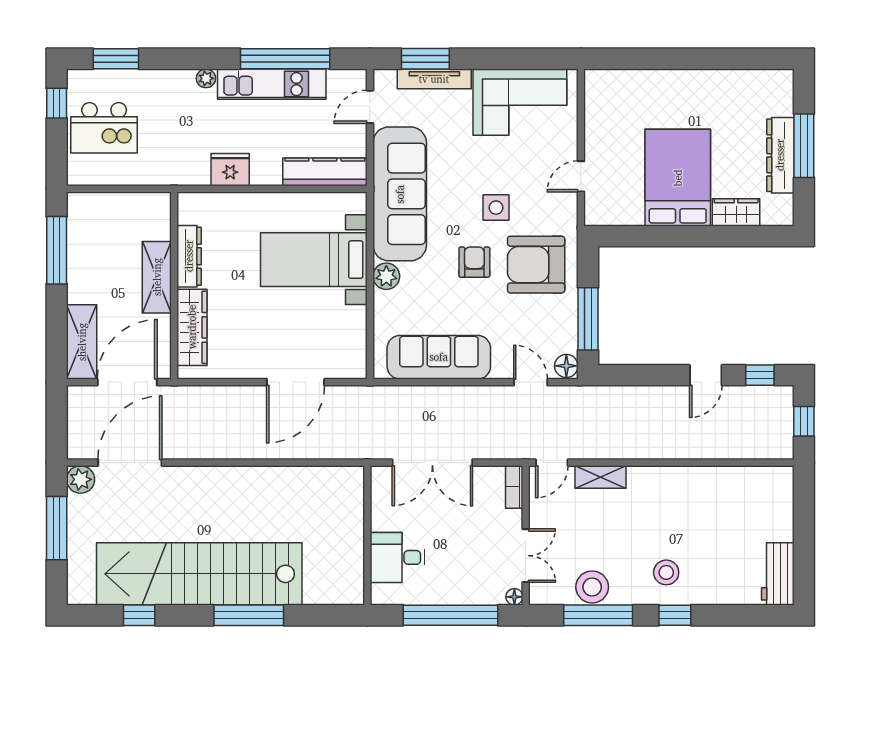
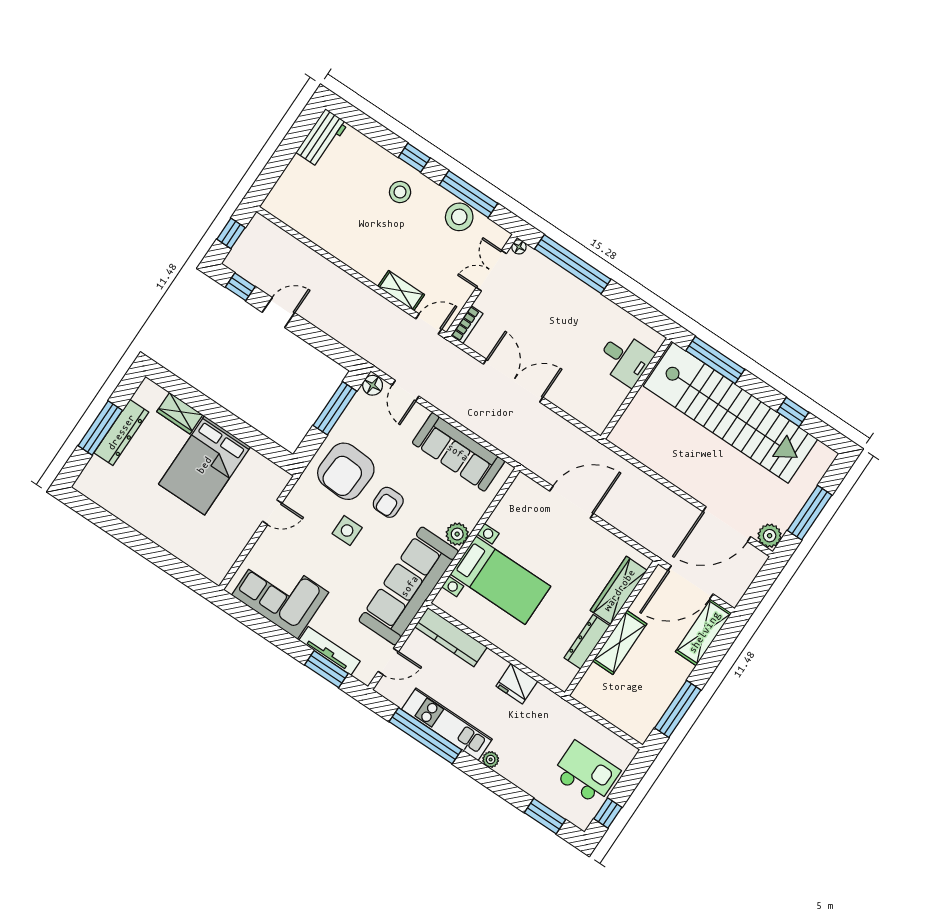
armchair: (536, 265) -> (346, 471), turned 93
wall: (367, 535) -> (636, 389), moved
desk: (398, 557) -> (625, 359), moved

